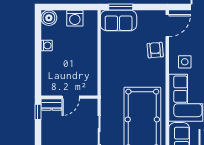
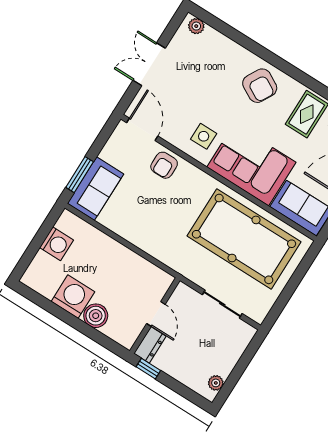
boiler: (49, 18) -> (96, 316), moved
washing machine: (47, 45) -> (73, 297), width x1.89, depth x1.89
armchair: (155, 50) -> (164, 165), turned -85

